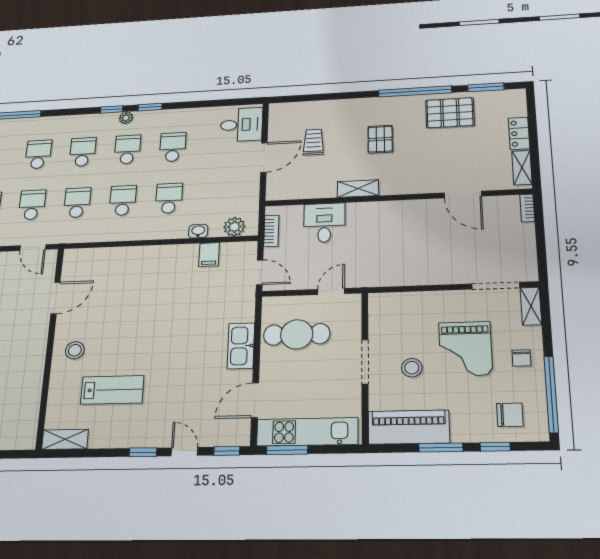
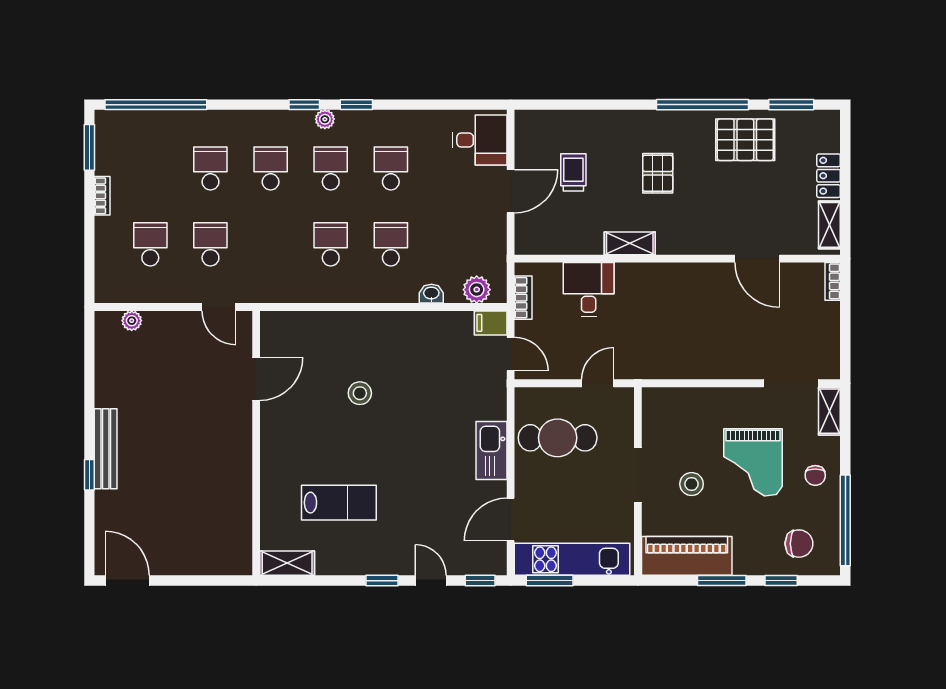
school desk: (77, 203) -> (271, 244), removed
filing cabinet: (209, 255) -> (491, 323), moved, turned 90
stool: (75, 350) -> (360, 393), moved

